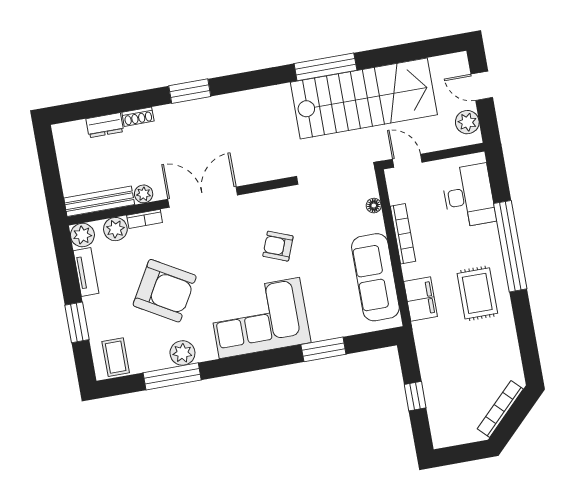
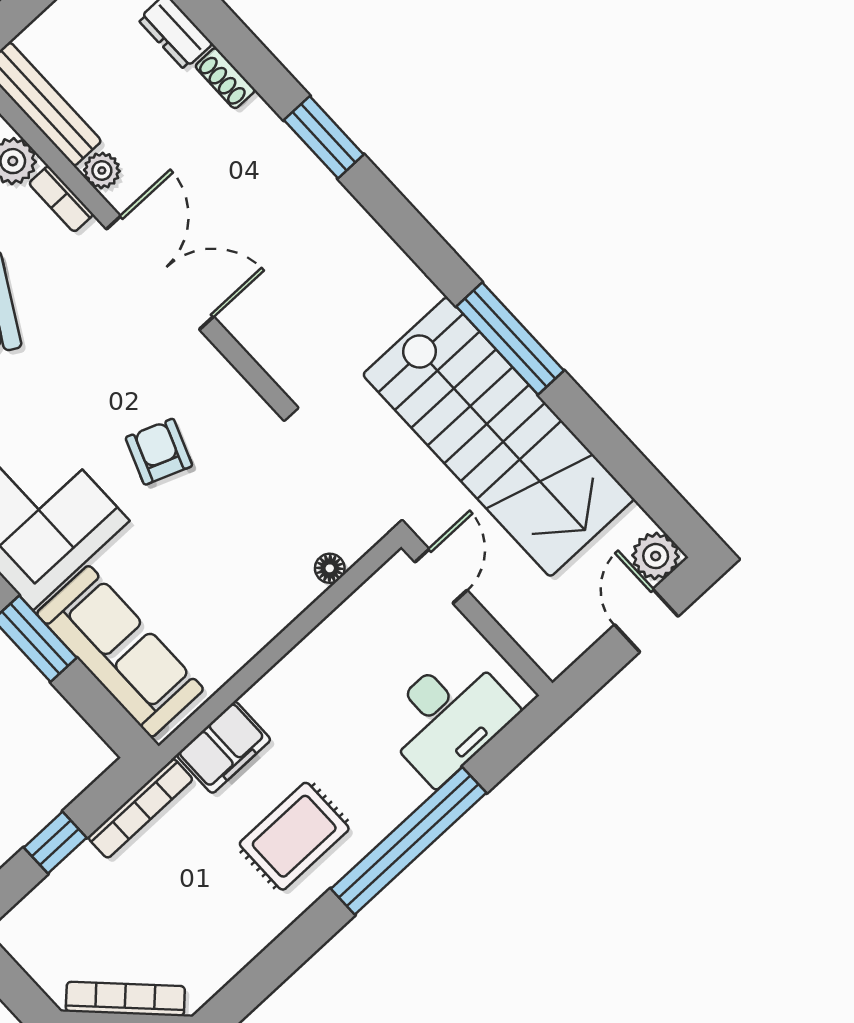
plant: (467, 122) -> (656, 556), moved
bookcase: (403, 234) -> (140, 808), moved
sofa: (375, 277) -> (120, 651), moved, turned 90

